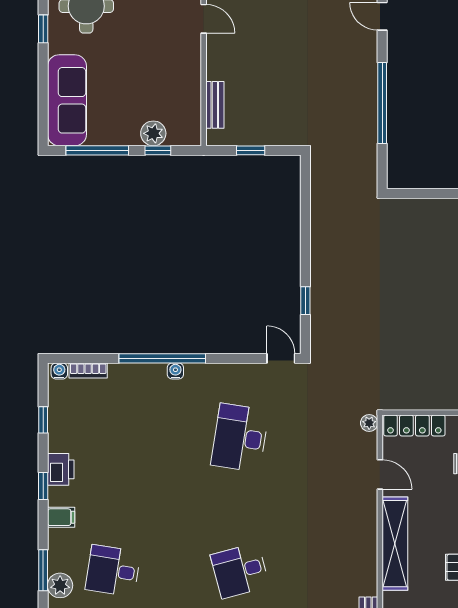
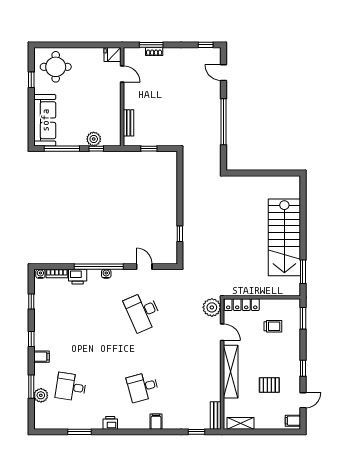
door: (281, 358) -> (144, 267), moved
plant: (369, 423) -> (212, 307), width x1.87, depth x1.87
desk: (240, 438) -> (143, 312), turned -33
printer: (61, 469) -> (78, 277), moved, turned 90

